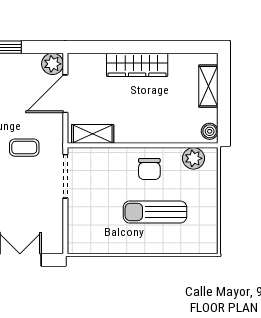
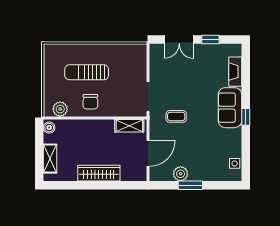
plant: (53, 64) -> (181, 174), moved
chair: (149, 169) -> (90, 102), turned 180
sun lounger: (155, 212) -> (87, 72), turned 180

